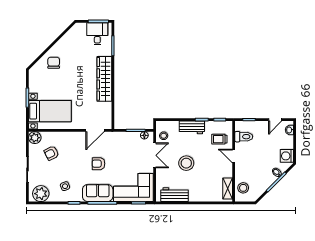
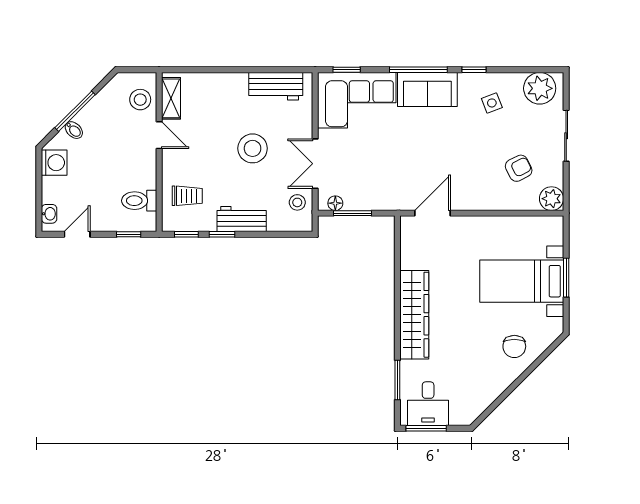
bed with nightstands: (50, 111) -> (522, 281), moved
door: (234, 156) -> (159, 135), moved
armchair: (98, 164) -> (426, 147), removed

